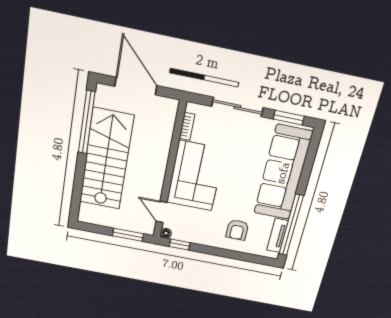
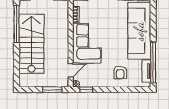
door: (162, 212) -> (71, 70), swing flipped

